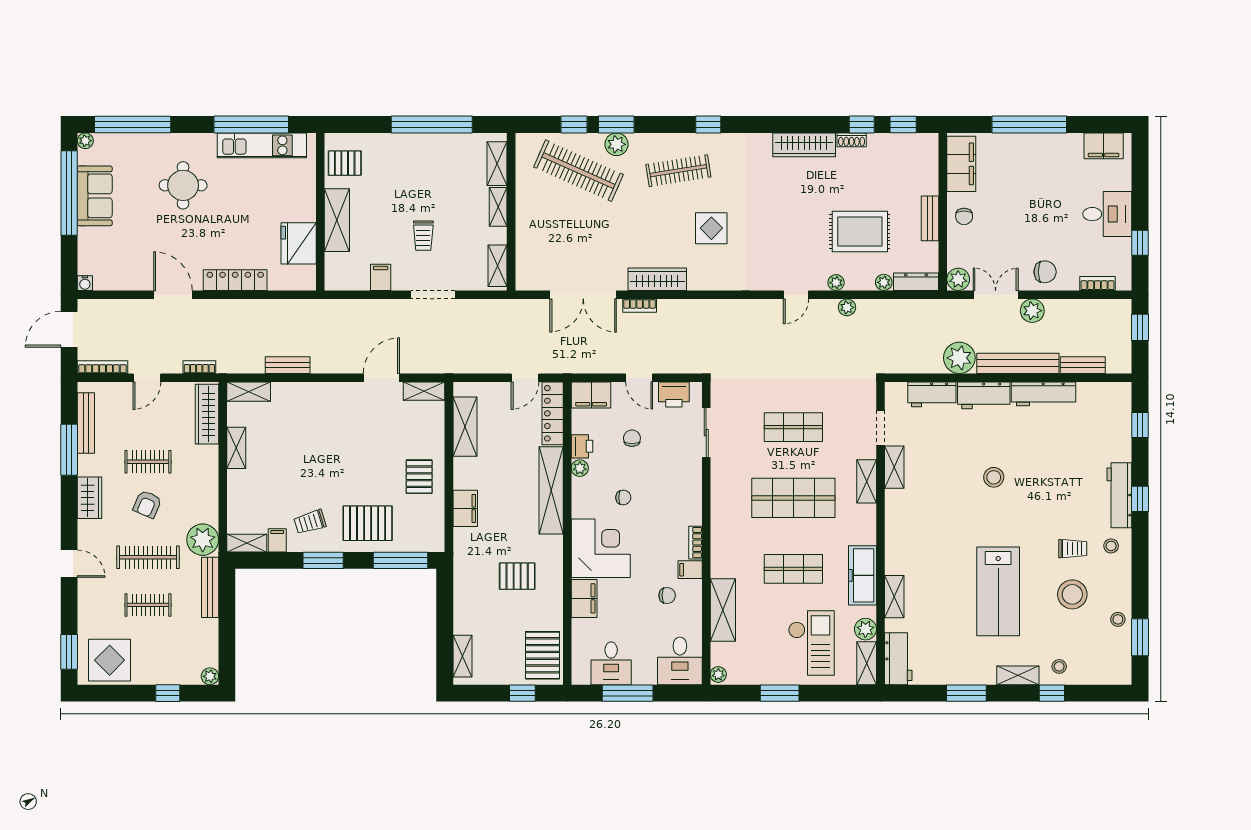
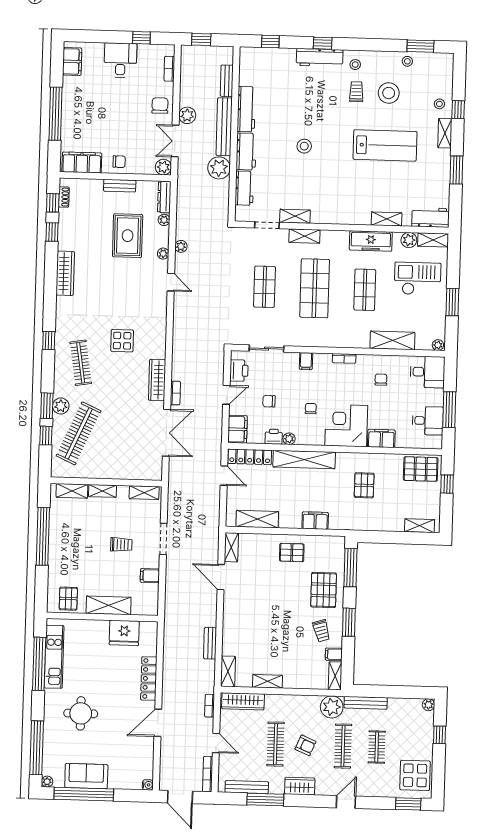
shoe rack: (852, 140) -> (64, 197), moved
clothes rail: (148, 462) -> (275, 744), width x1.36
filing cabinet: (690, 570) -> (306, 361), moved

